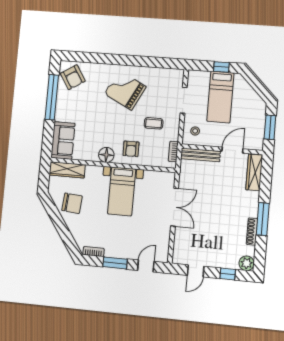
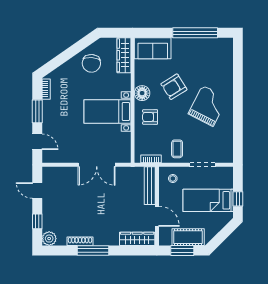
armchair: (73, 77) -> (174, 87), moved
cot: (257, 120) -> (188, 237), added
coffee table: (154, 123) -> (177, 149), moved

